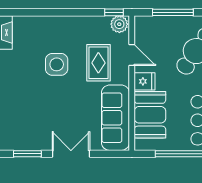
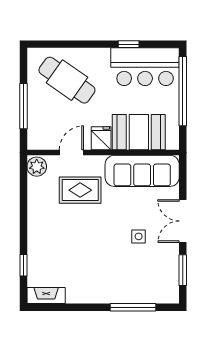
window: (114, 12) -> (23, 265), moved
side table: (57, 64) -> (139, 236), moved, width x0.54, depth x0.54

